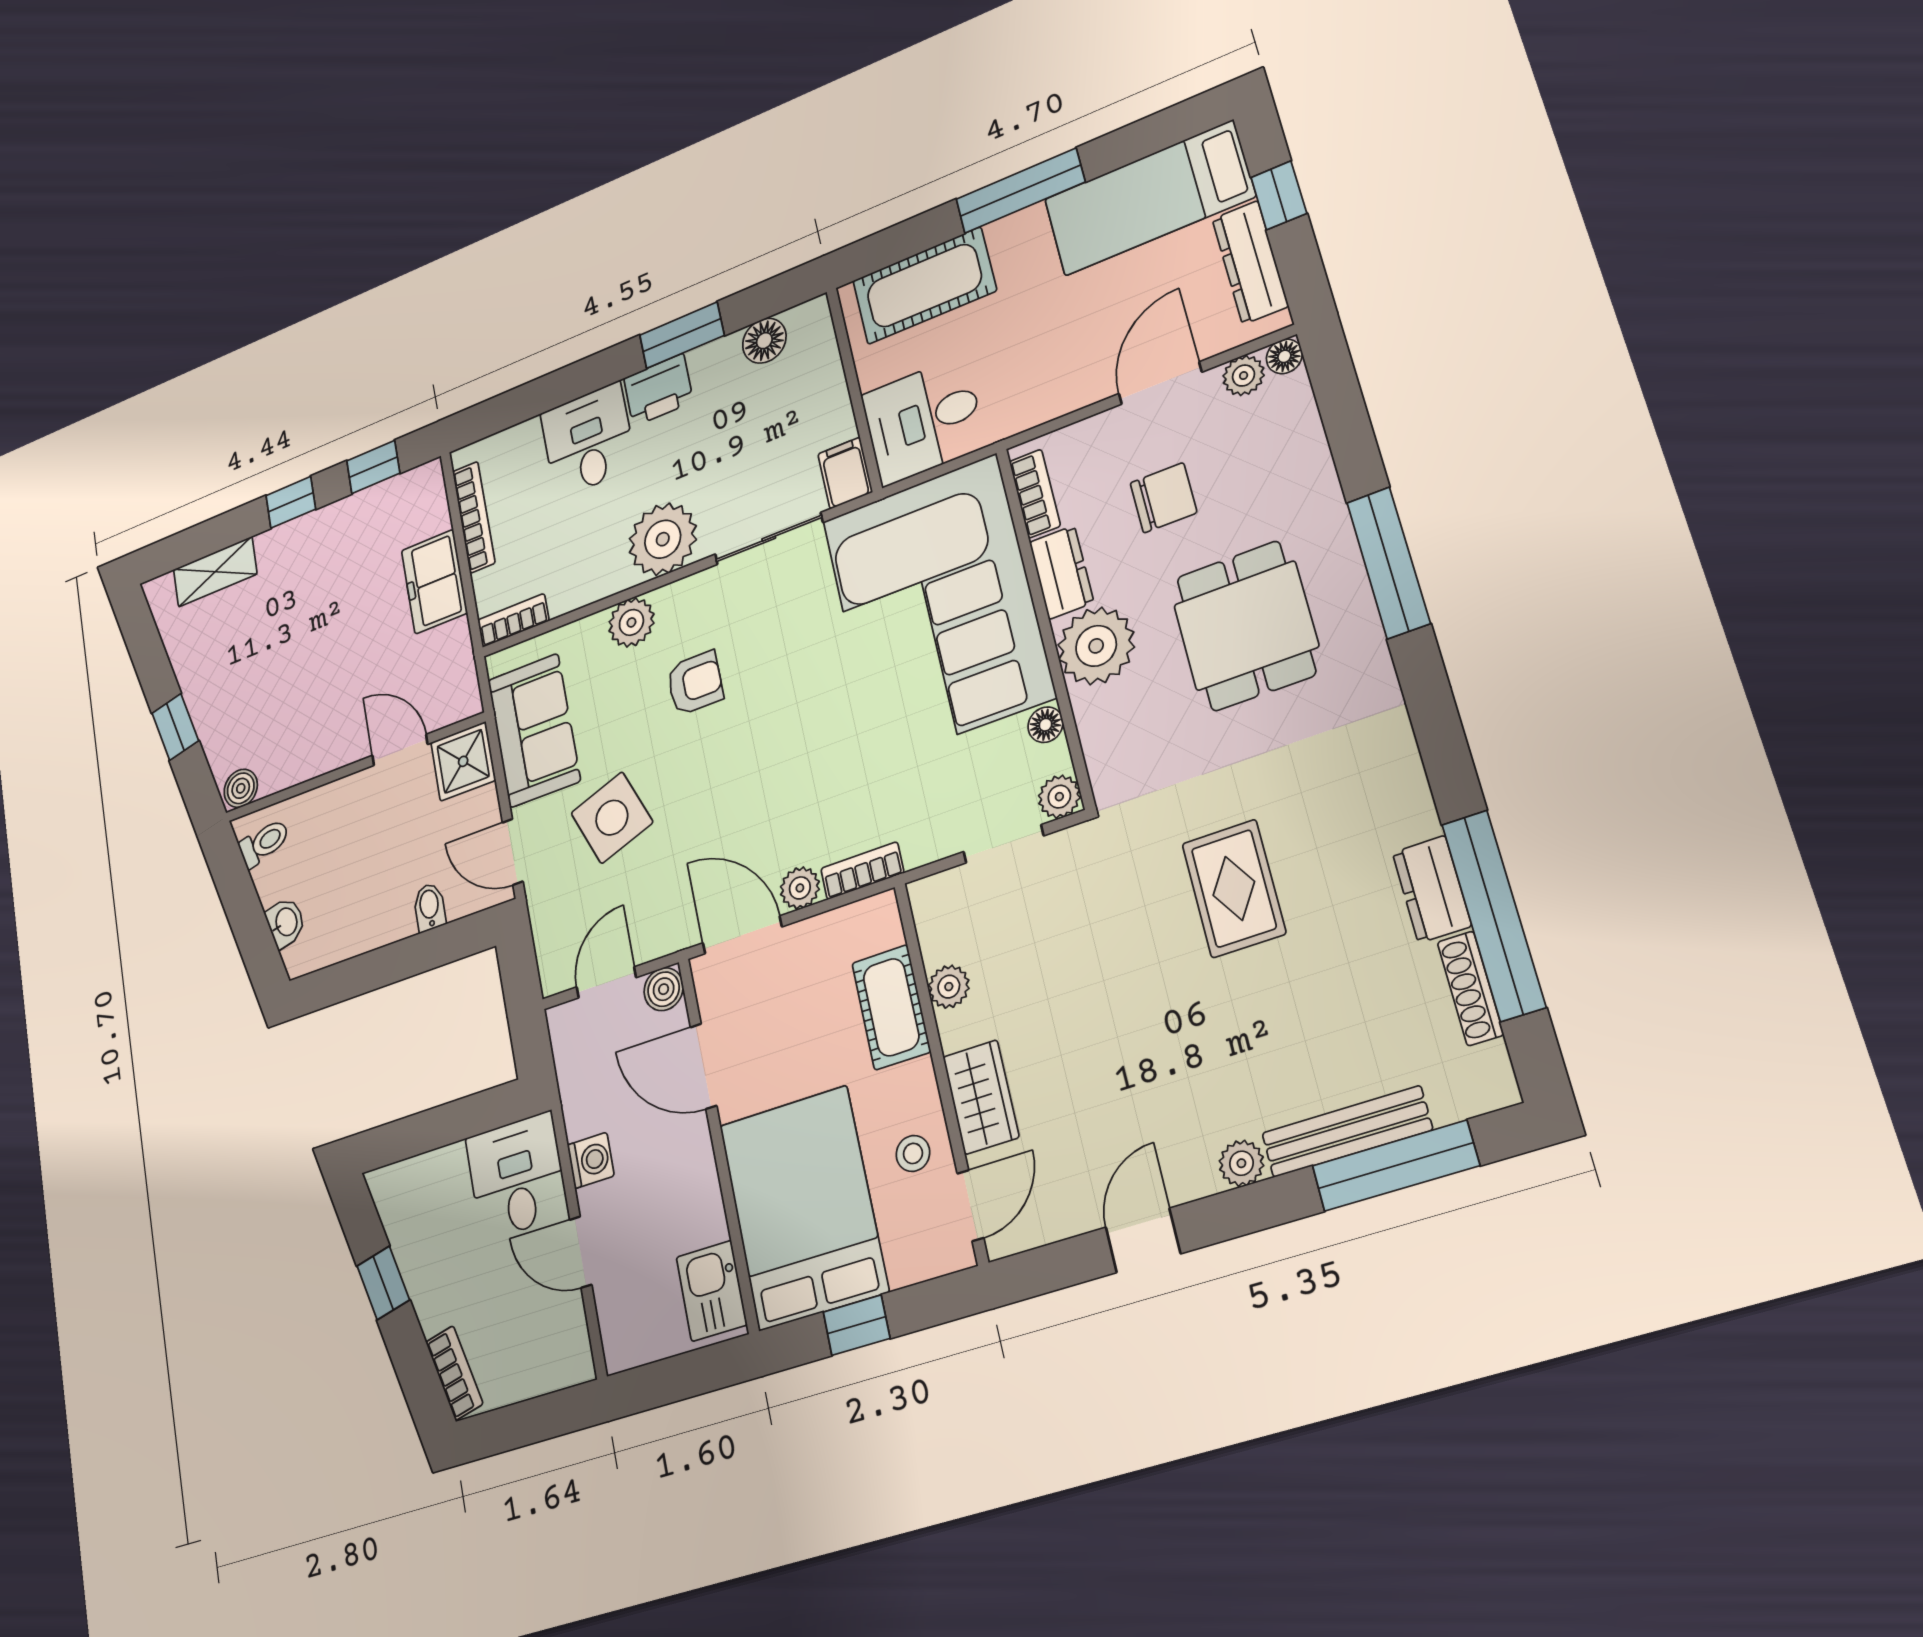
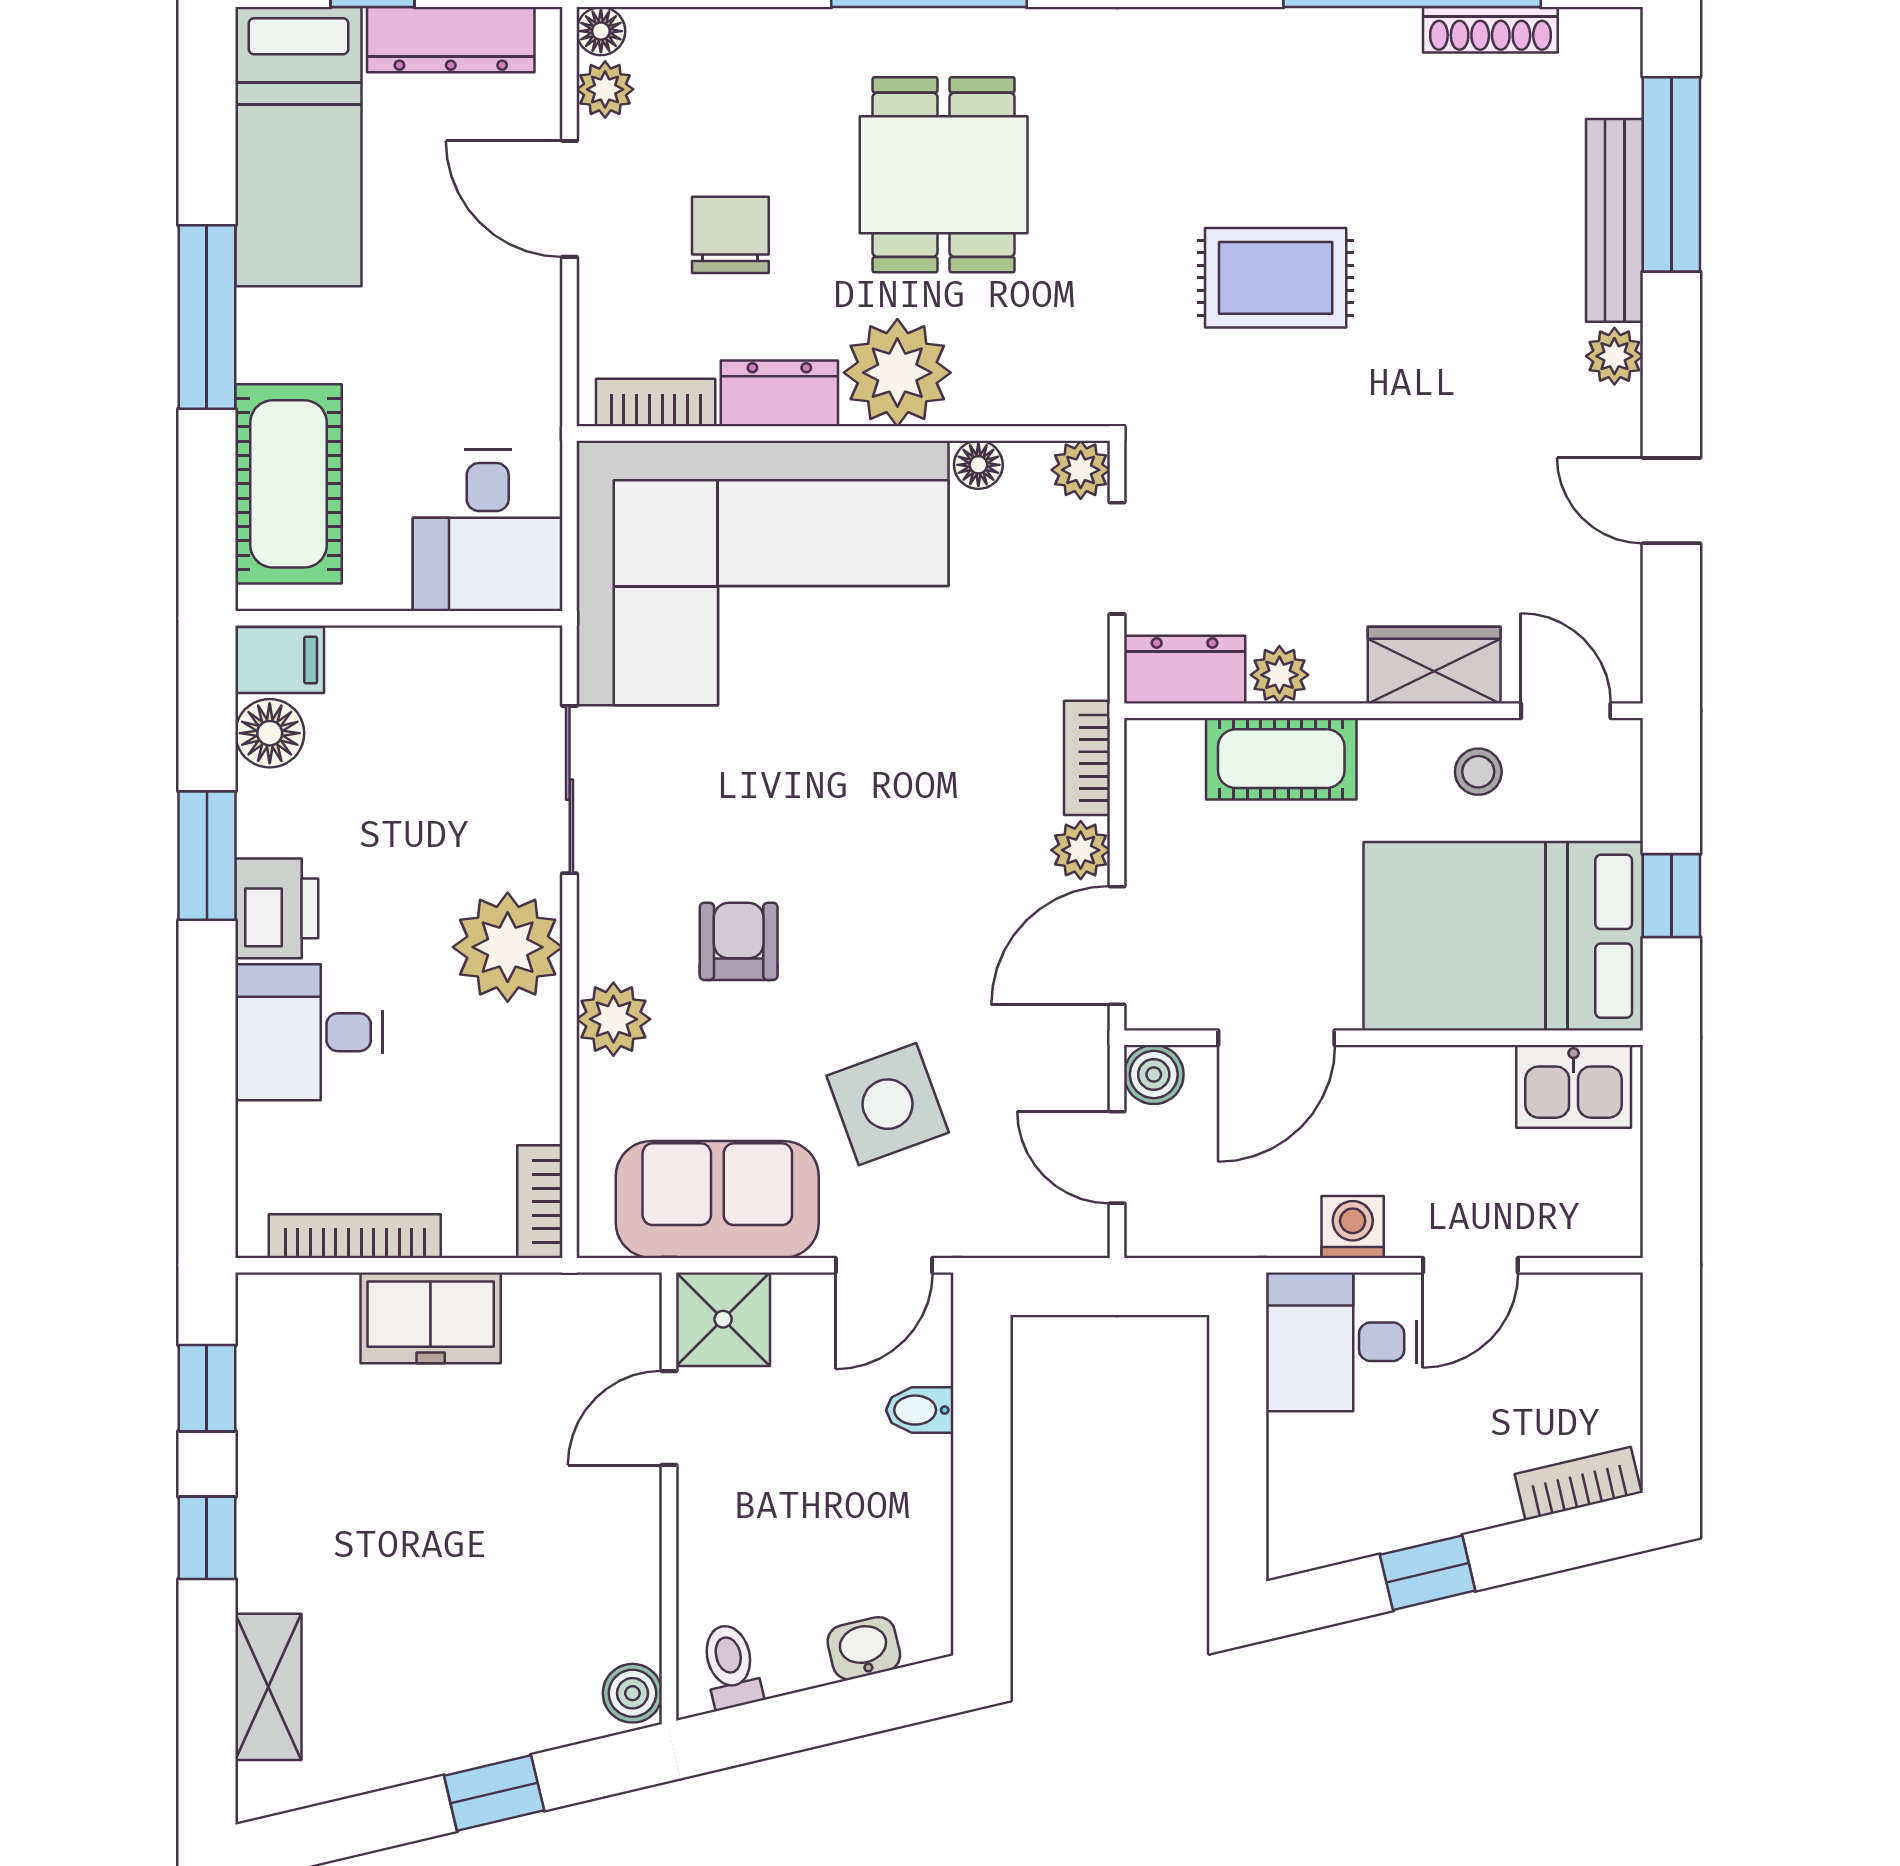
filing cabinet: (845, 473) -> (280, 660), moved, turned 180
dining table: (1246, 626) -> (944, 175), turned 90
dresser: (1432, 889) -> (1185, 670), moved, turned 180

